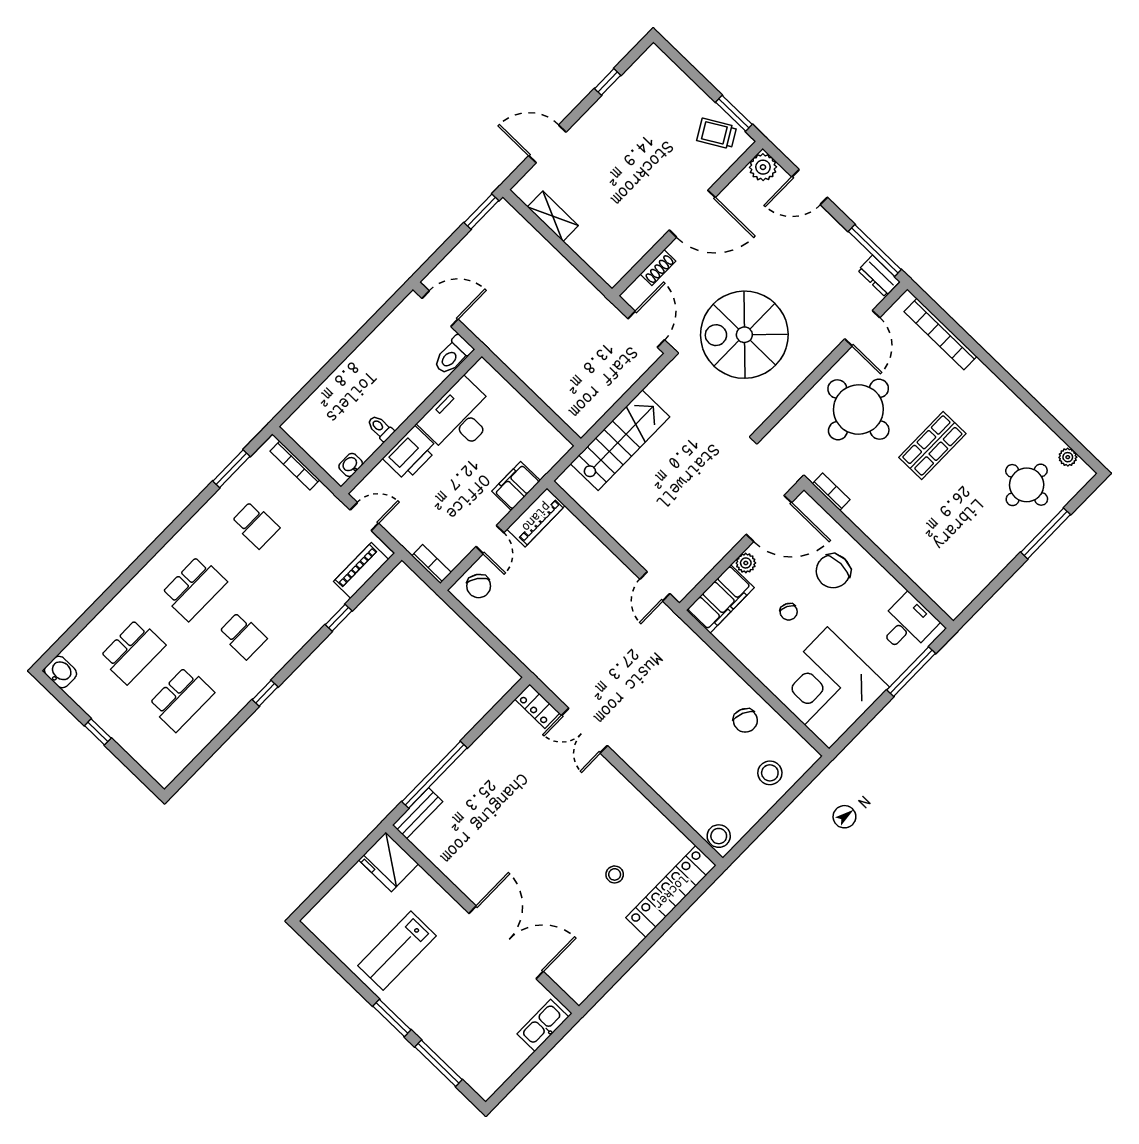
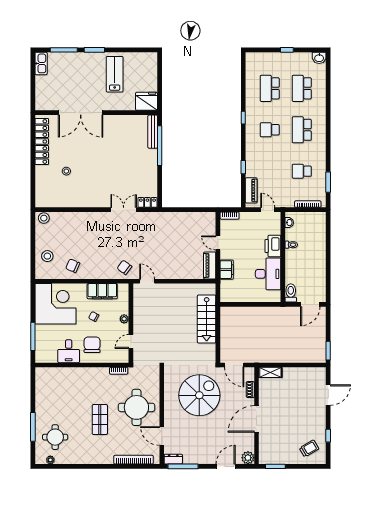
trolley: (717, 134) -> (309, 448), moved
shelving: (553, 216) -> (270, 372), moved
door: (364, 516) -> (268, 210), swing flipped
door: (769, 518) -> (131, 341), width x0.53
chair: (479, 586) -> (124, 267), moved
filing cabinet: (720, 599) -> (102, 291), moved, turned -90
desk: (907, 624) -> (69, 351), moved
bench: (418, 813) -> (153, 132), width x1.36
locker: (671, 892) -> (42, 141), moved
kitchen sink: (543, 1025) -> (41, 63), moved

